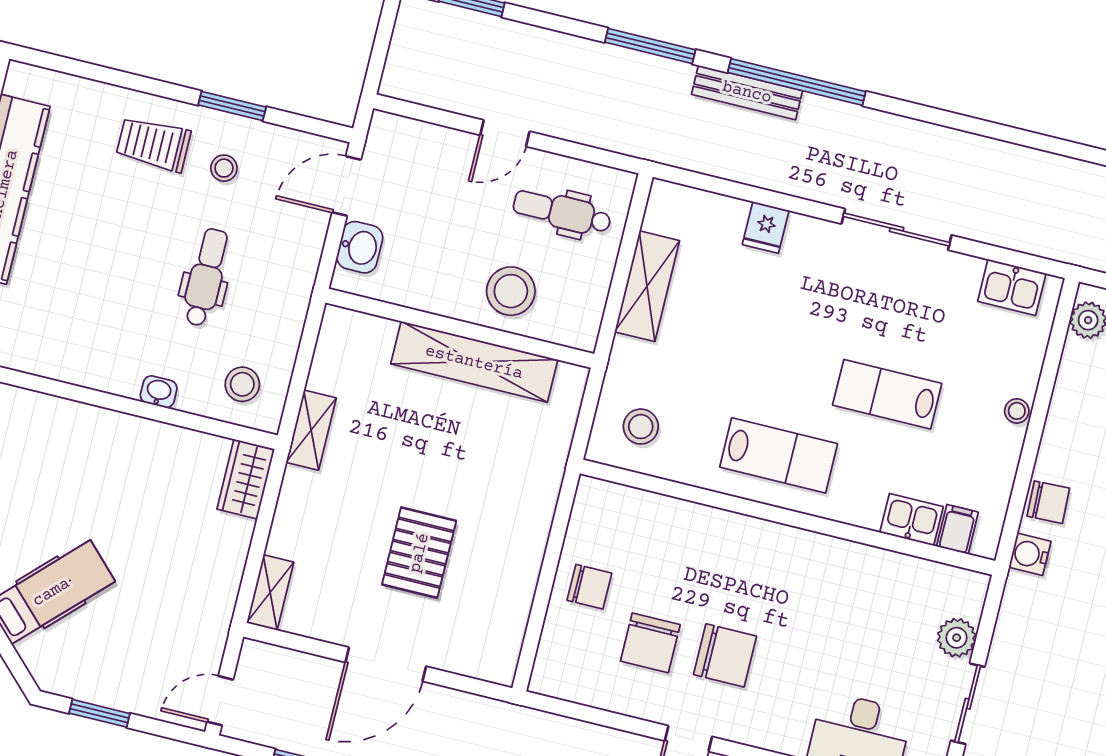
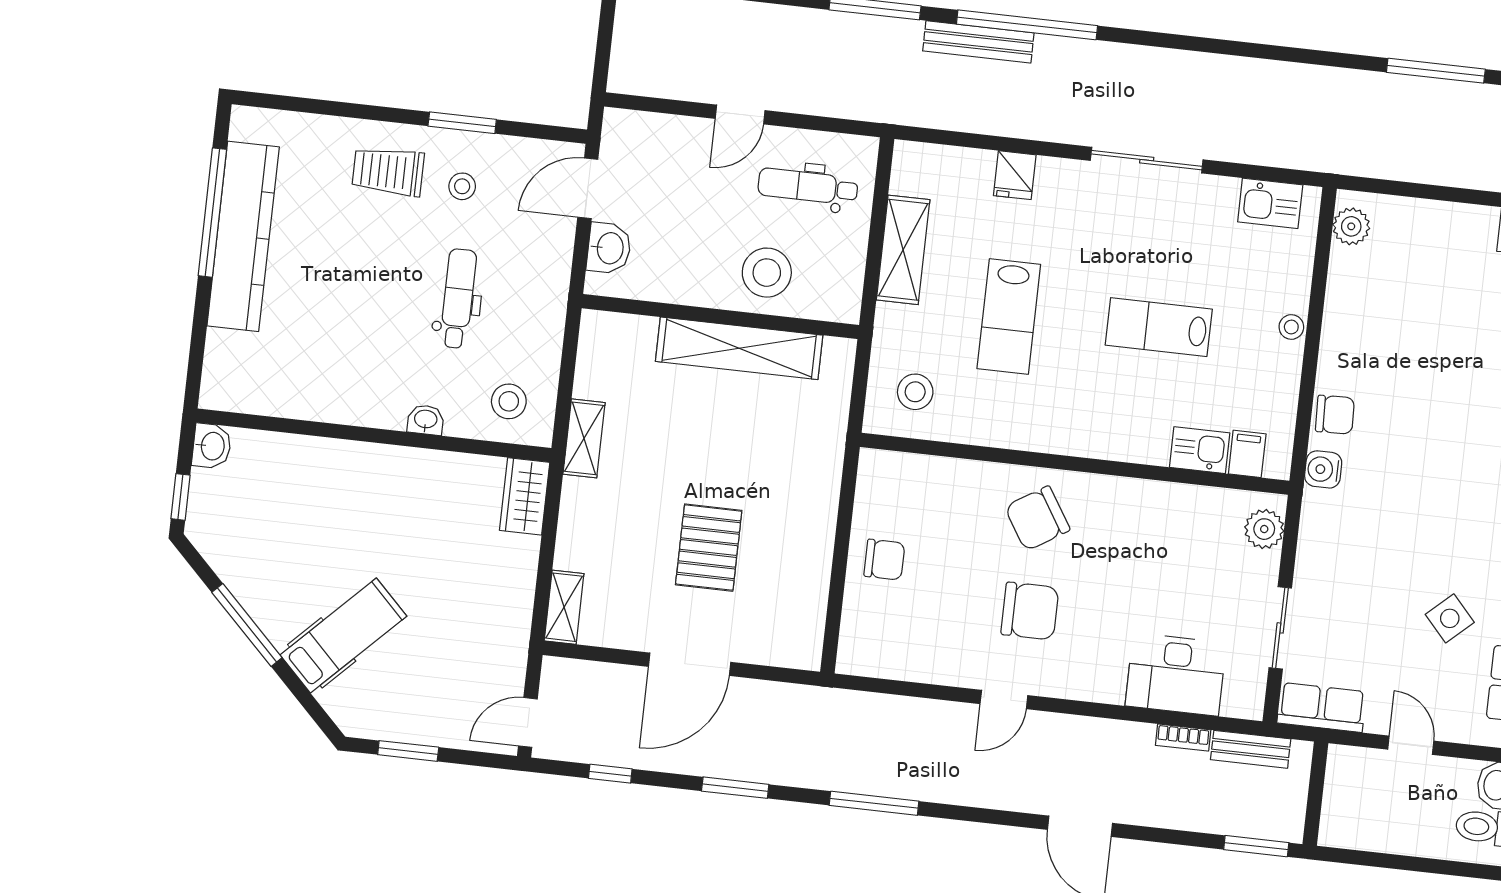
lab bench: (779, 455) -> (1009, 317), moved, turned 90
plant: (957, 638) -> (1264, 529), moved
chair: (650, 643) -> (1037, 518), moved, turned 58

